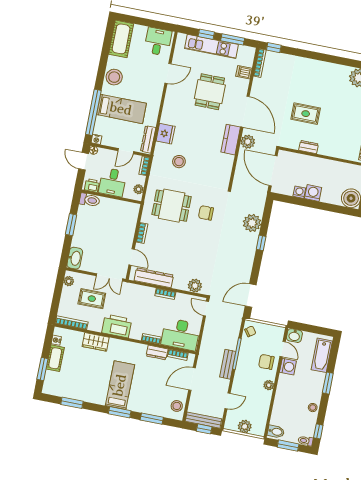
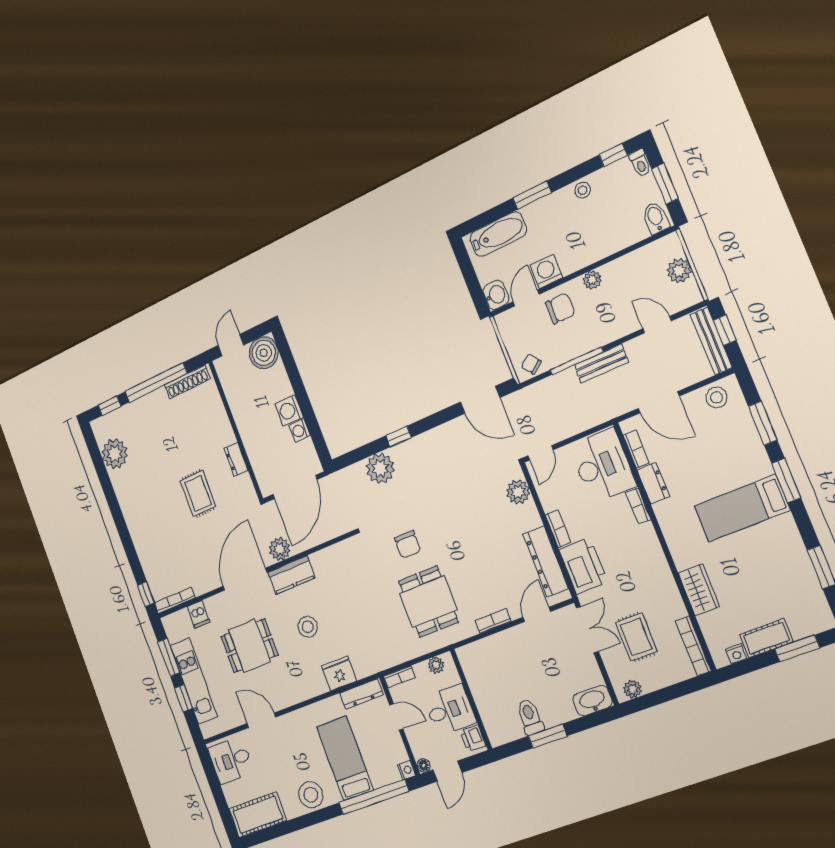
stool: (179, 162) -> (308, 627), moved
toilet: (90, 200) -> (530, 717), moved
printer: (117, 326) -> (583, 566), moved, turned 180
chair: (266, 362) -> (560, 308), turned -90

